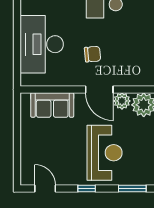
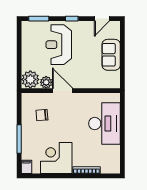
chair: (93, 54) -> (42, 115), moved
sofa: (52, 105) -> (111, 55), moved, turned -90
door: (45, 188) -> (102, 19), hinge flipped

